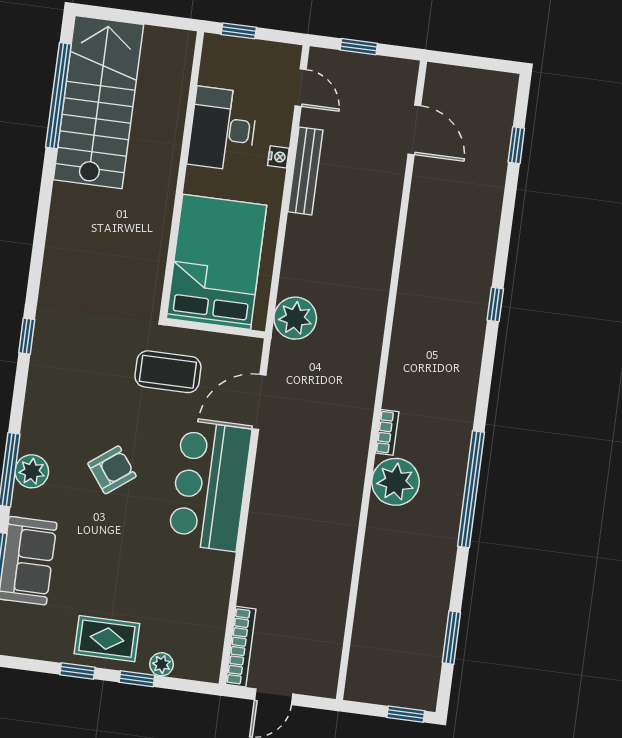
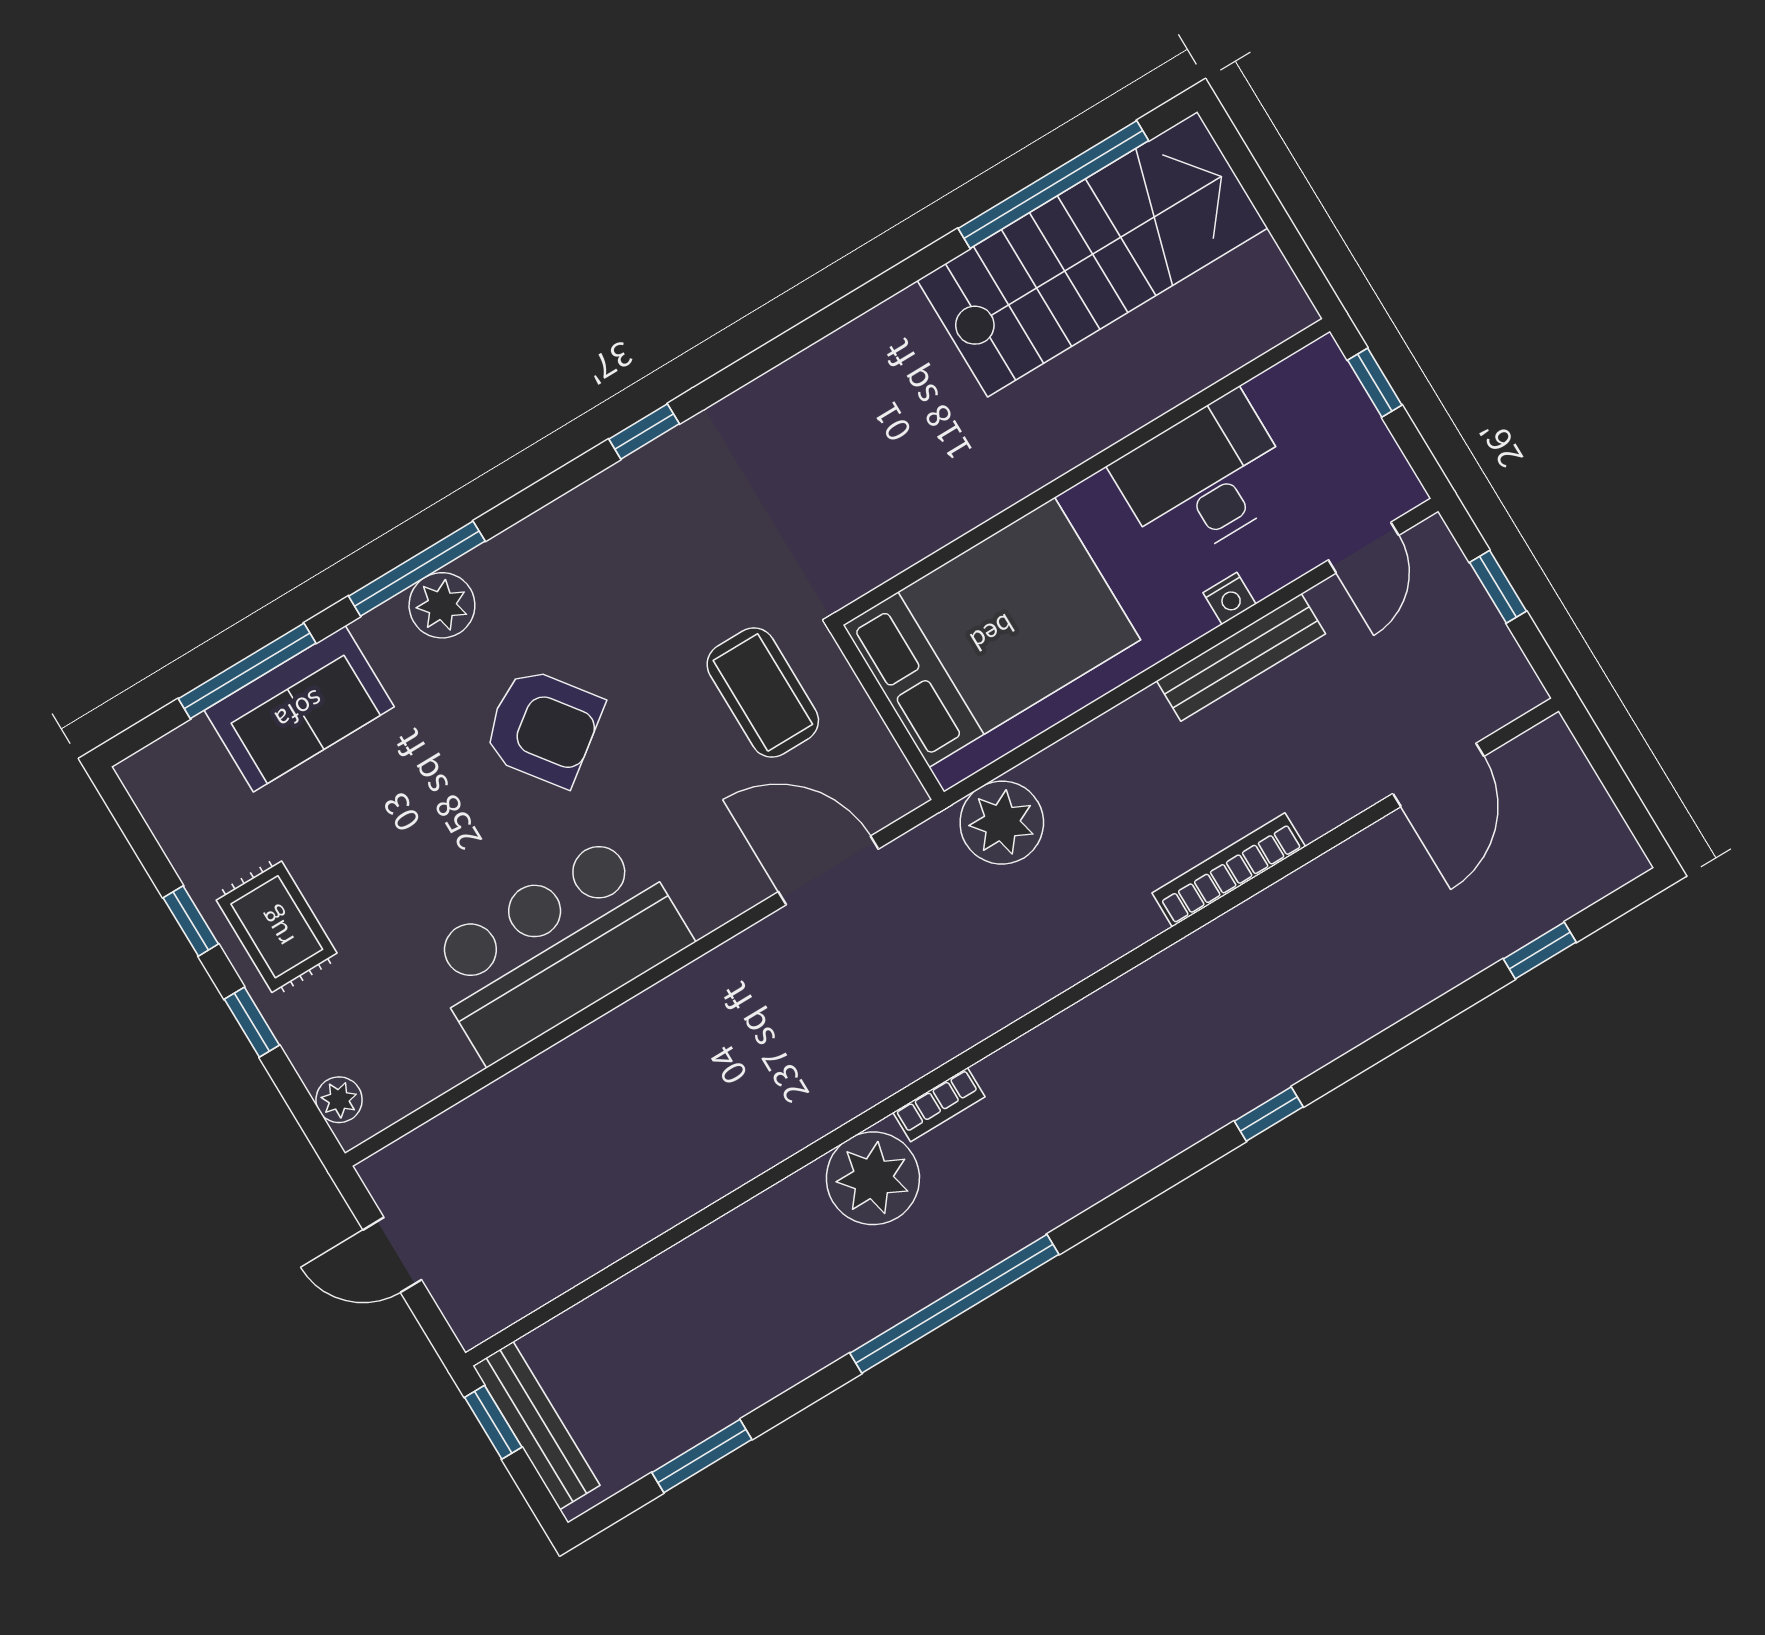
armchair: (112, 470) -> (543, 727), width x1.38, depth x1.38
bar counter: (210, 486) -> (556, 947), moved
bookcase: (241, 647) -> (1229, 870), moved, turned 180
plant: (162, 664) -> (339, 1100), moved
bench: (387, 694) -> (536, 1425), added
window: (406, 714) -> (493, 1422), moved

